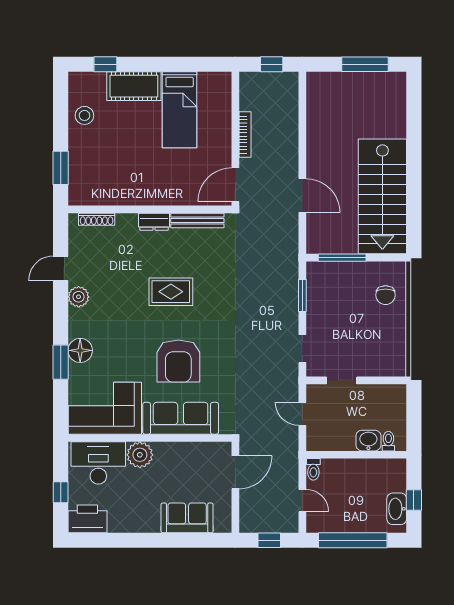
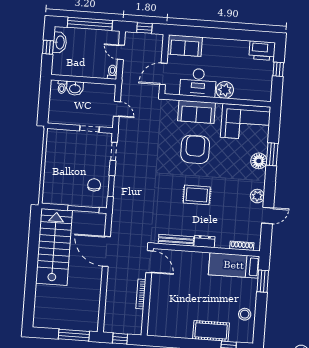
window: (365, 64) -> (74, 335), moved
bed: (180, 110) -> (234, 265), moved, turned -90
door: (235, 185) -> (149, 262), hinge flipped
door: (302, 196) -> (106, 251), width x1.36
chair: (386, 295) -> (94, 185), moved
sofa: (181, 418) -> (196, 112), width x0.73
desk: (98, 463) -> (198, 83), moved
sofa: (187, 518) -> (185, 46), moved

